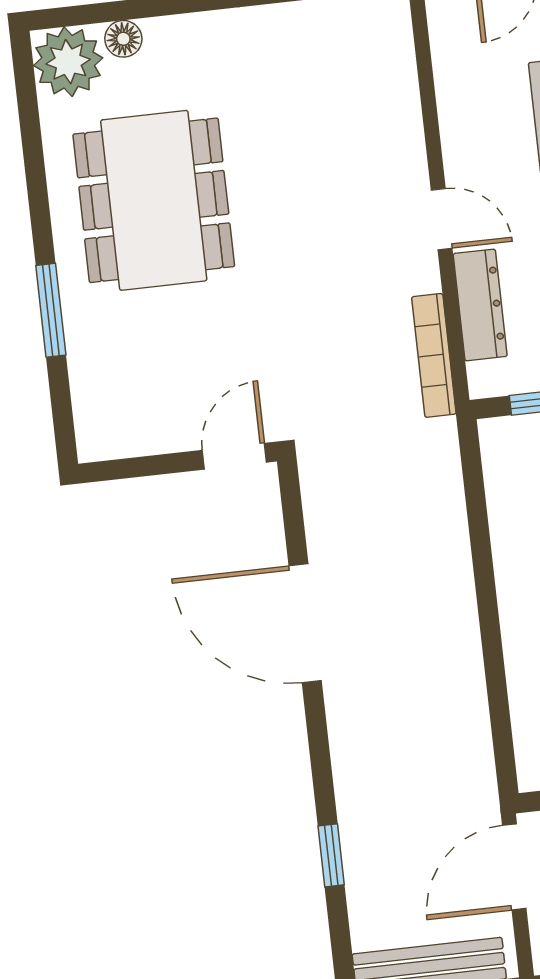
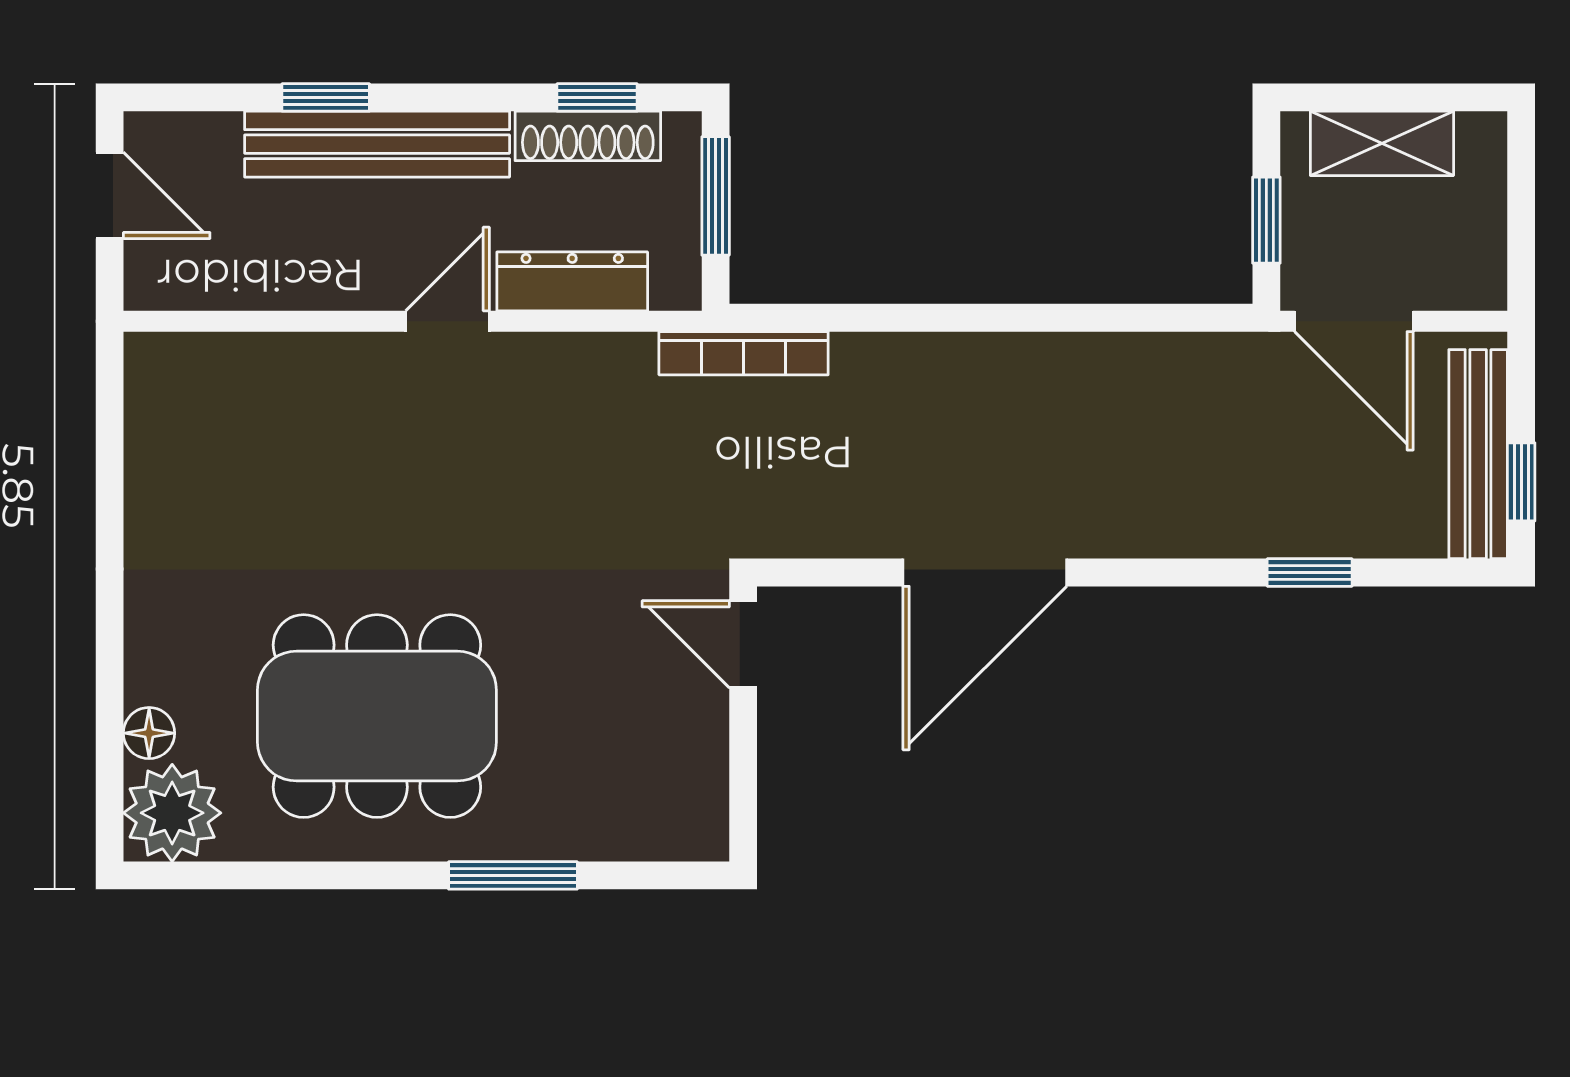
bookcase: (434, 355) -> (744, 353), moved

